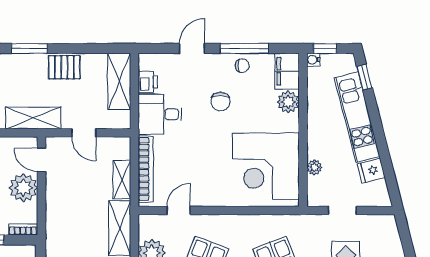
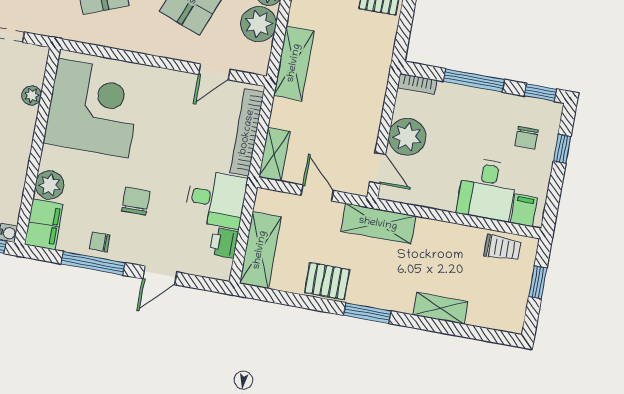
shelving: (122, 180) -> (274, 154), moved

